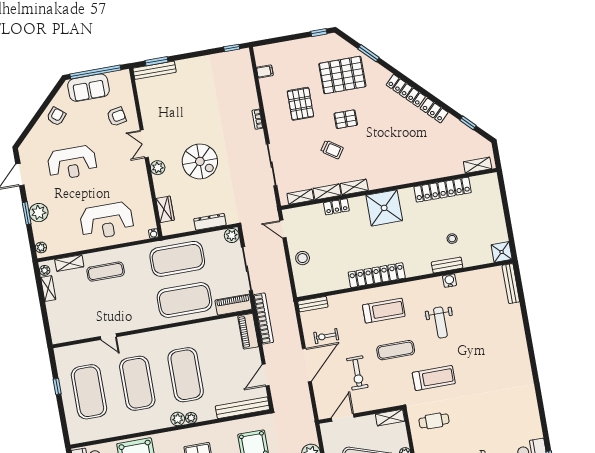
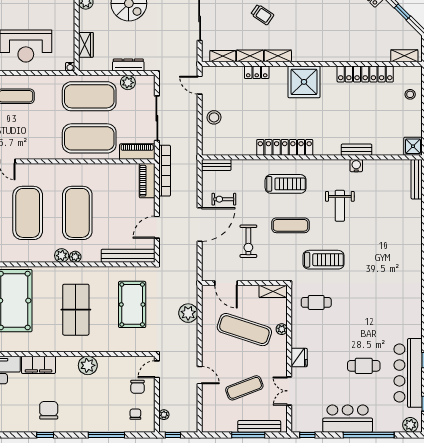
plant: (232, 235) -> (128, 83), moved
stool: (452, 239) -> (410, 94), moved
door: (343, 418) -> (226, 283), swing flipped

